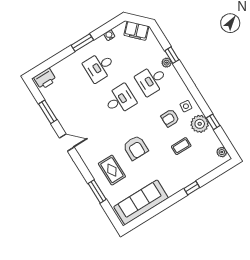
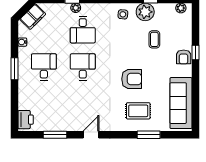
desk: (99, 67) -> (44, 67), turned 180
armchair: (170, 118) -> (184, 57), moved

